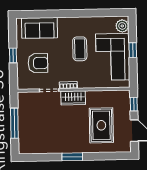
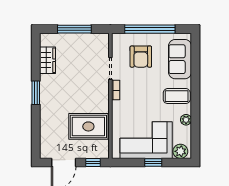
plant: (94, 21) -> (186, 120), added
coffee table: (80, 49) -> (177, 96), moved
window: (13, 55) -> (150, 29), width x3.17
wardrobe: (73, 98) -> (48, 60), moved, turned 180
rug: (101, 125) -> (88, 126), moved

